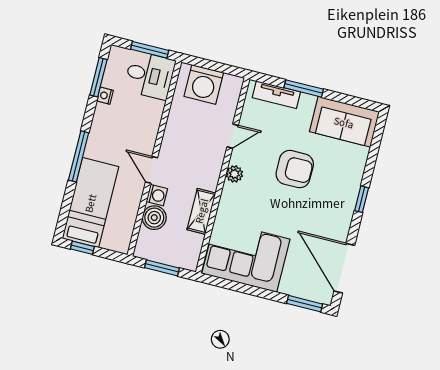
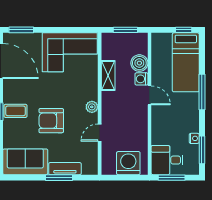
tv unit: (276, 95) -> (65, 169), moved
coffee table: (340, 195) -> (16, 111), added

